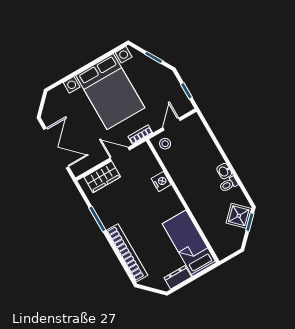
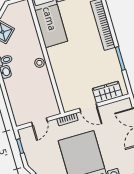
stool: (165, 144) -> (39, 63), moved
nightstand: (161, 182) -> (60, 76), removed

